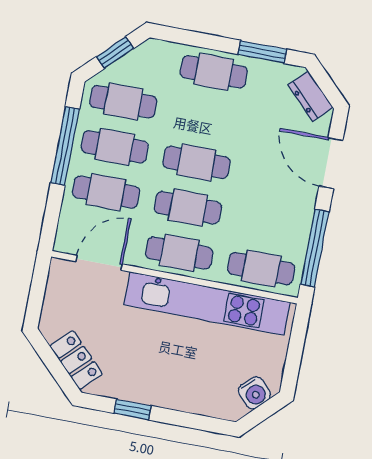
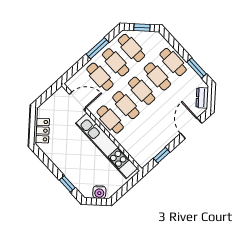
window: (65, 146) -> (98, 48), width x0.69
window: (315, 248) -> (162, 155), width x0.46
cafe table: (261, 269) -> (157, 76), moved
window: (133, 409) -> (67, 184), moved

